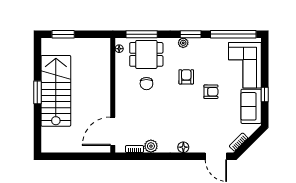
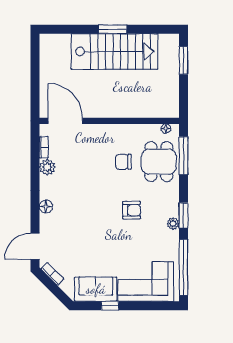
plant: (183, 43) -> (173, 224), moved
armchair: (211, 92) -> (113, 240), removed

